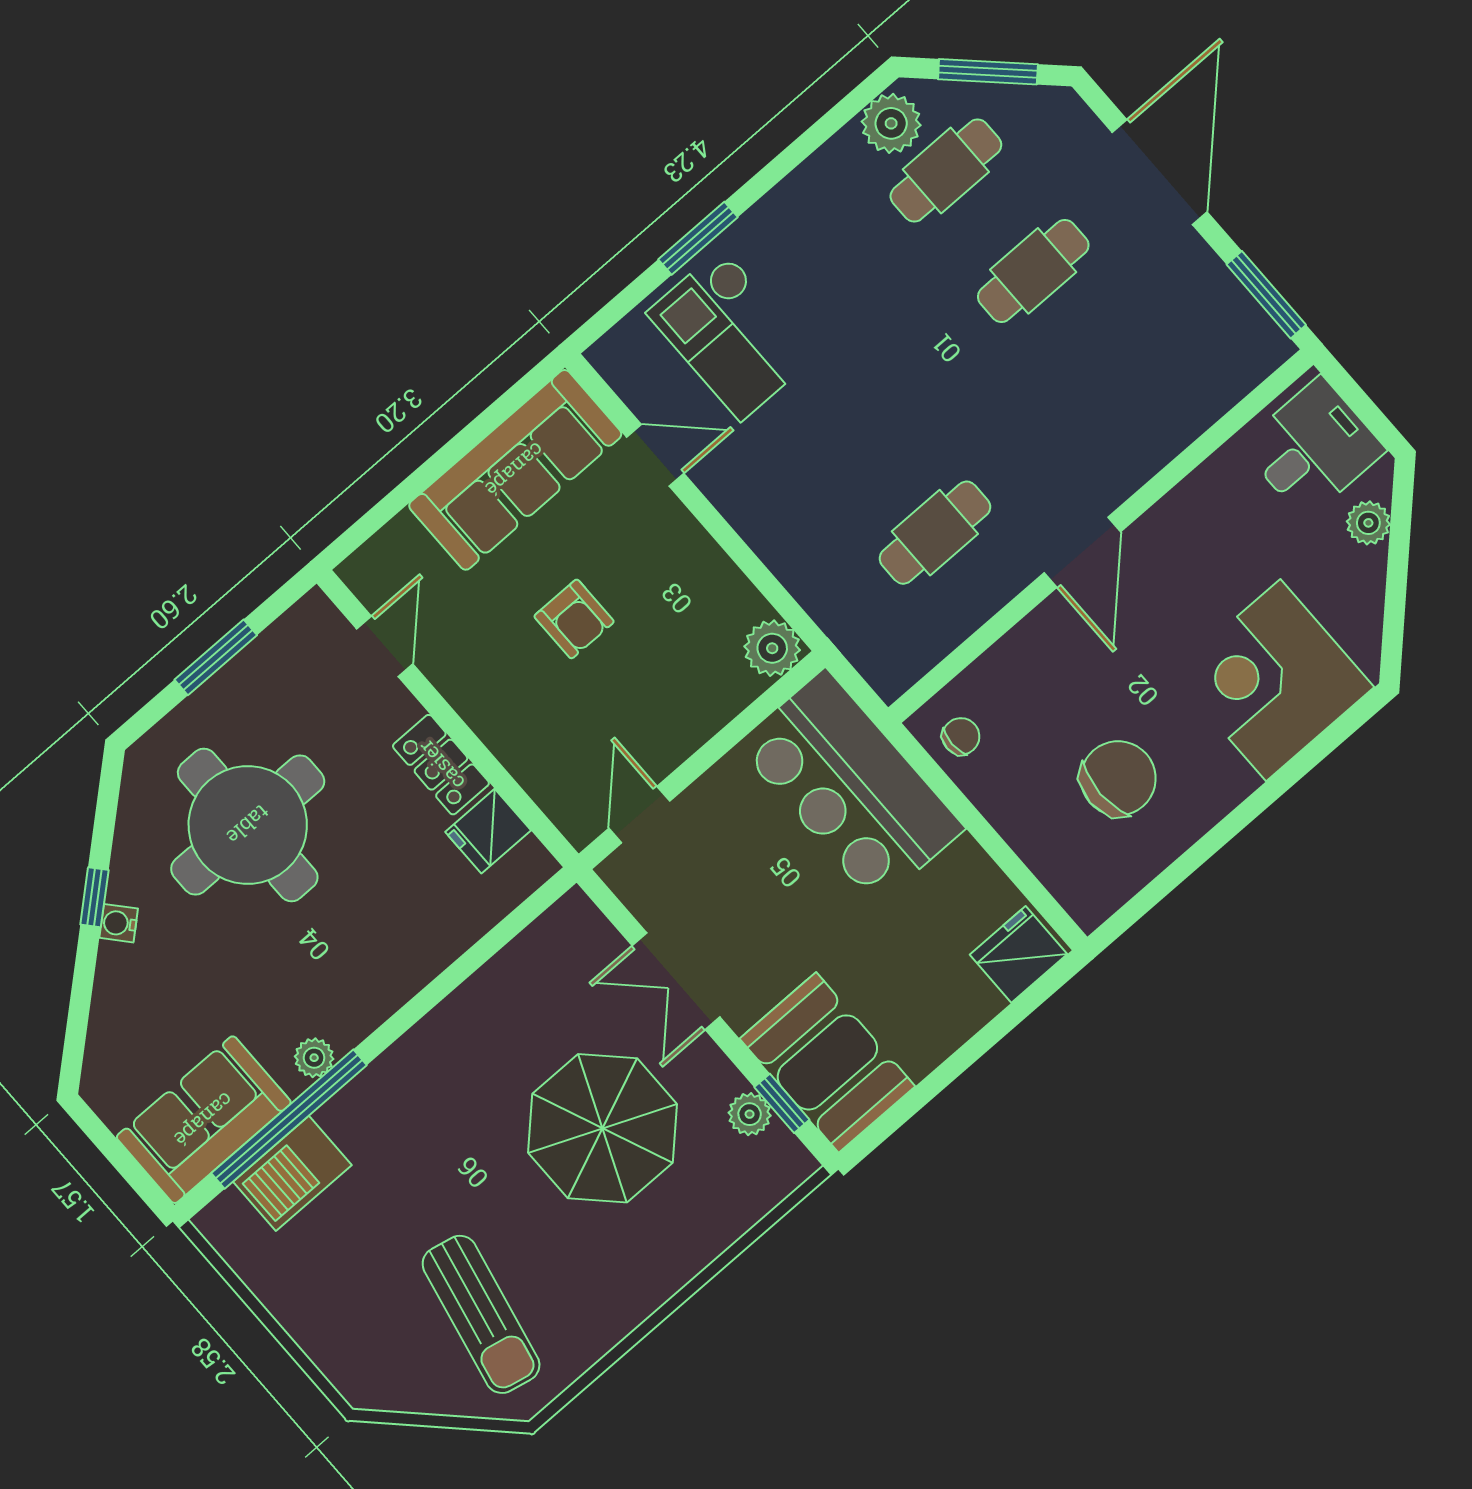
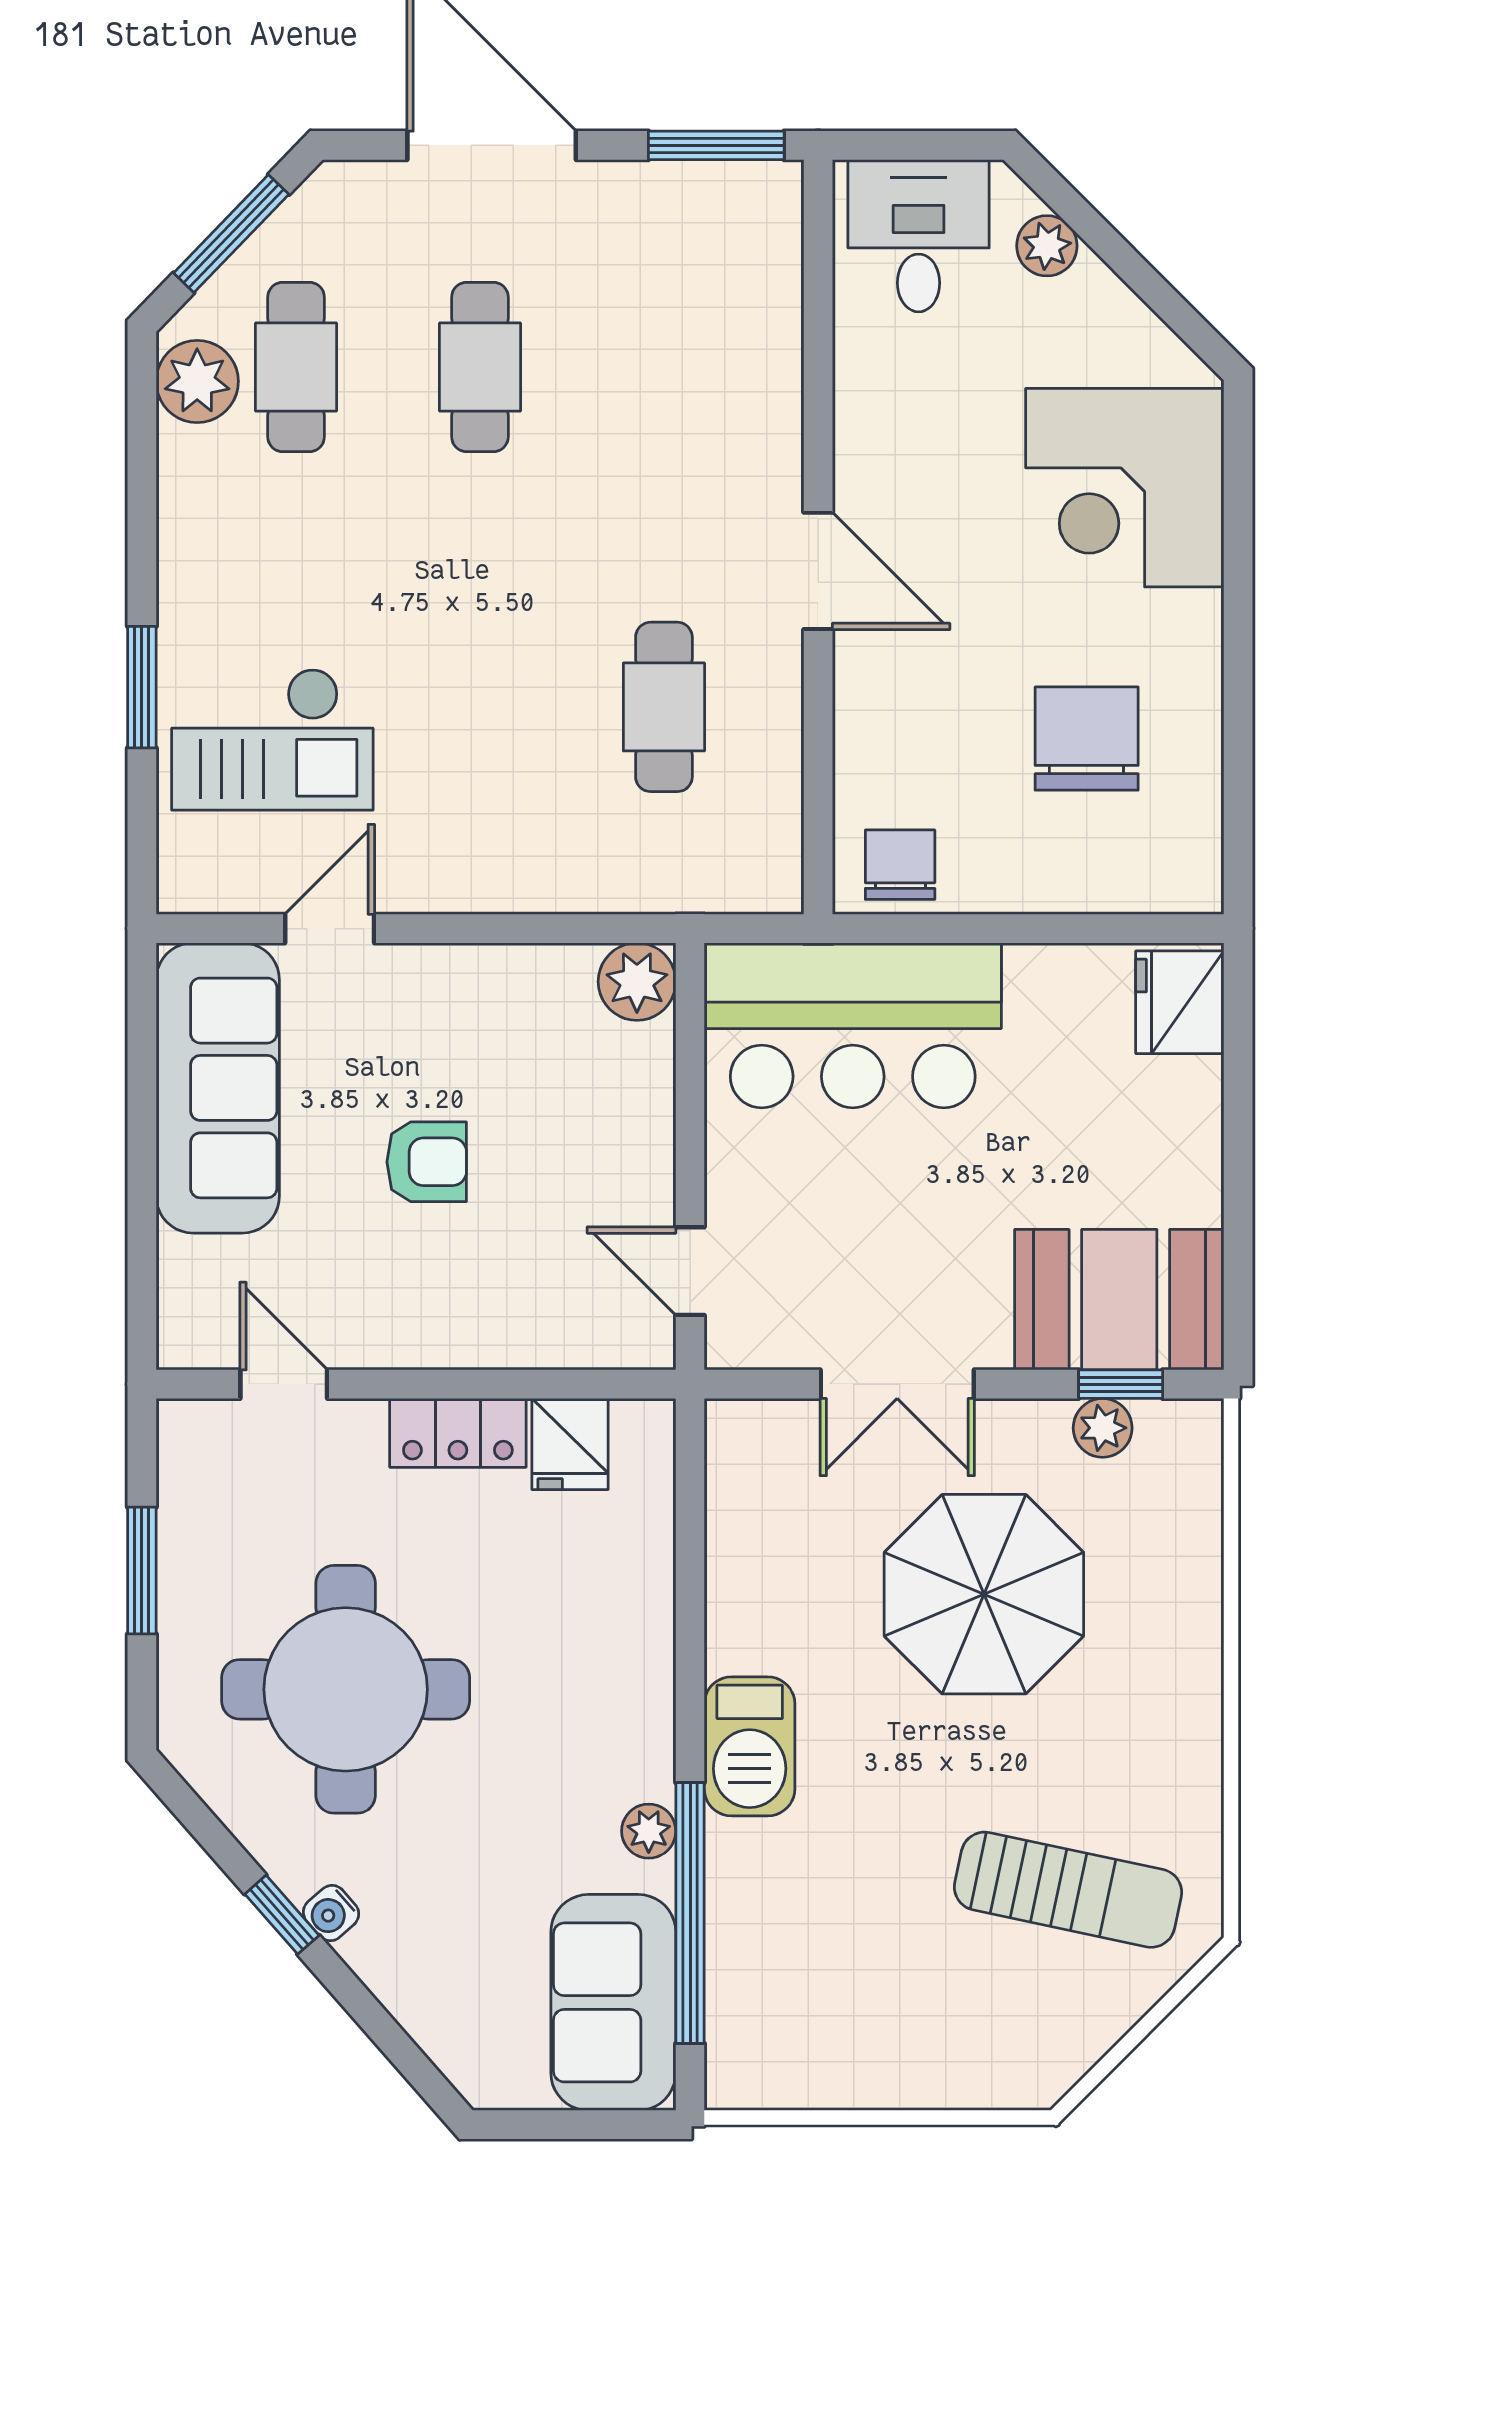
chair: (961, 736) -> (900, 865), width x1.37, depth x1.37
barbecue: (292, 1173) -> (750, 1746), moved

